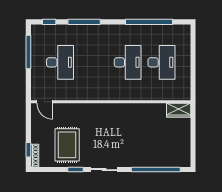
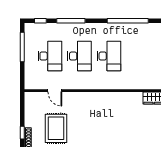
desk: (161, 62) -> (79, 56), moved
door: (45, 102) -> (55, 91), moved

